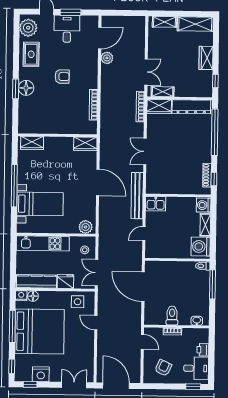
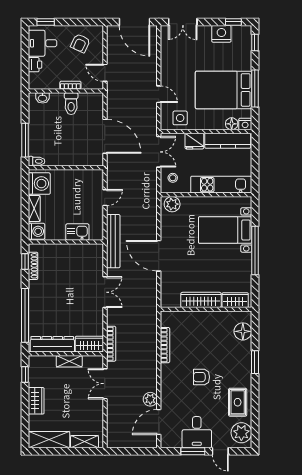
floor lamp: (26, 88) -> (243, 331), moved
shelving: (163, 92) -> (69, 361), moved
wardrobe: (85, 144) -> (201, 300), moved, width x1.50
kitchen sink: (156, 204) -> (77, 232), moved
bed: (40, 331) -> (223, 90), width x0.73

